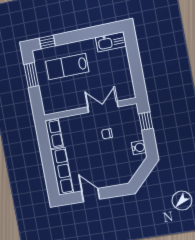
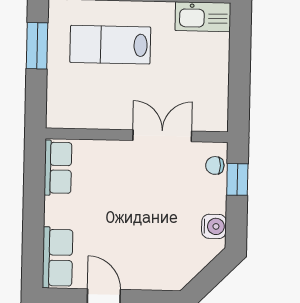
chair: (107, 134) -> (215, 165), moved
row of seats: (62, 171) -> (57, 258), width x0.68

